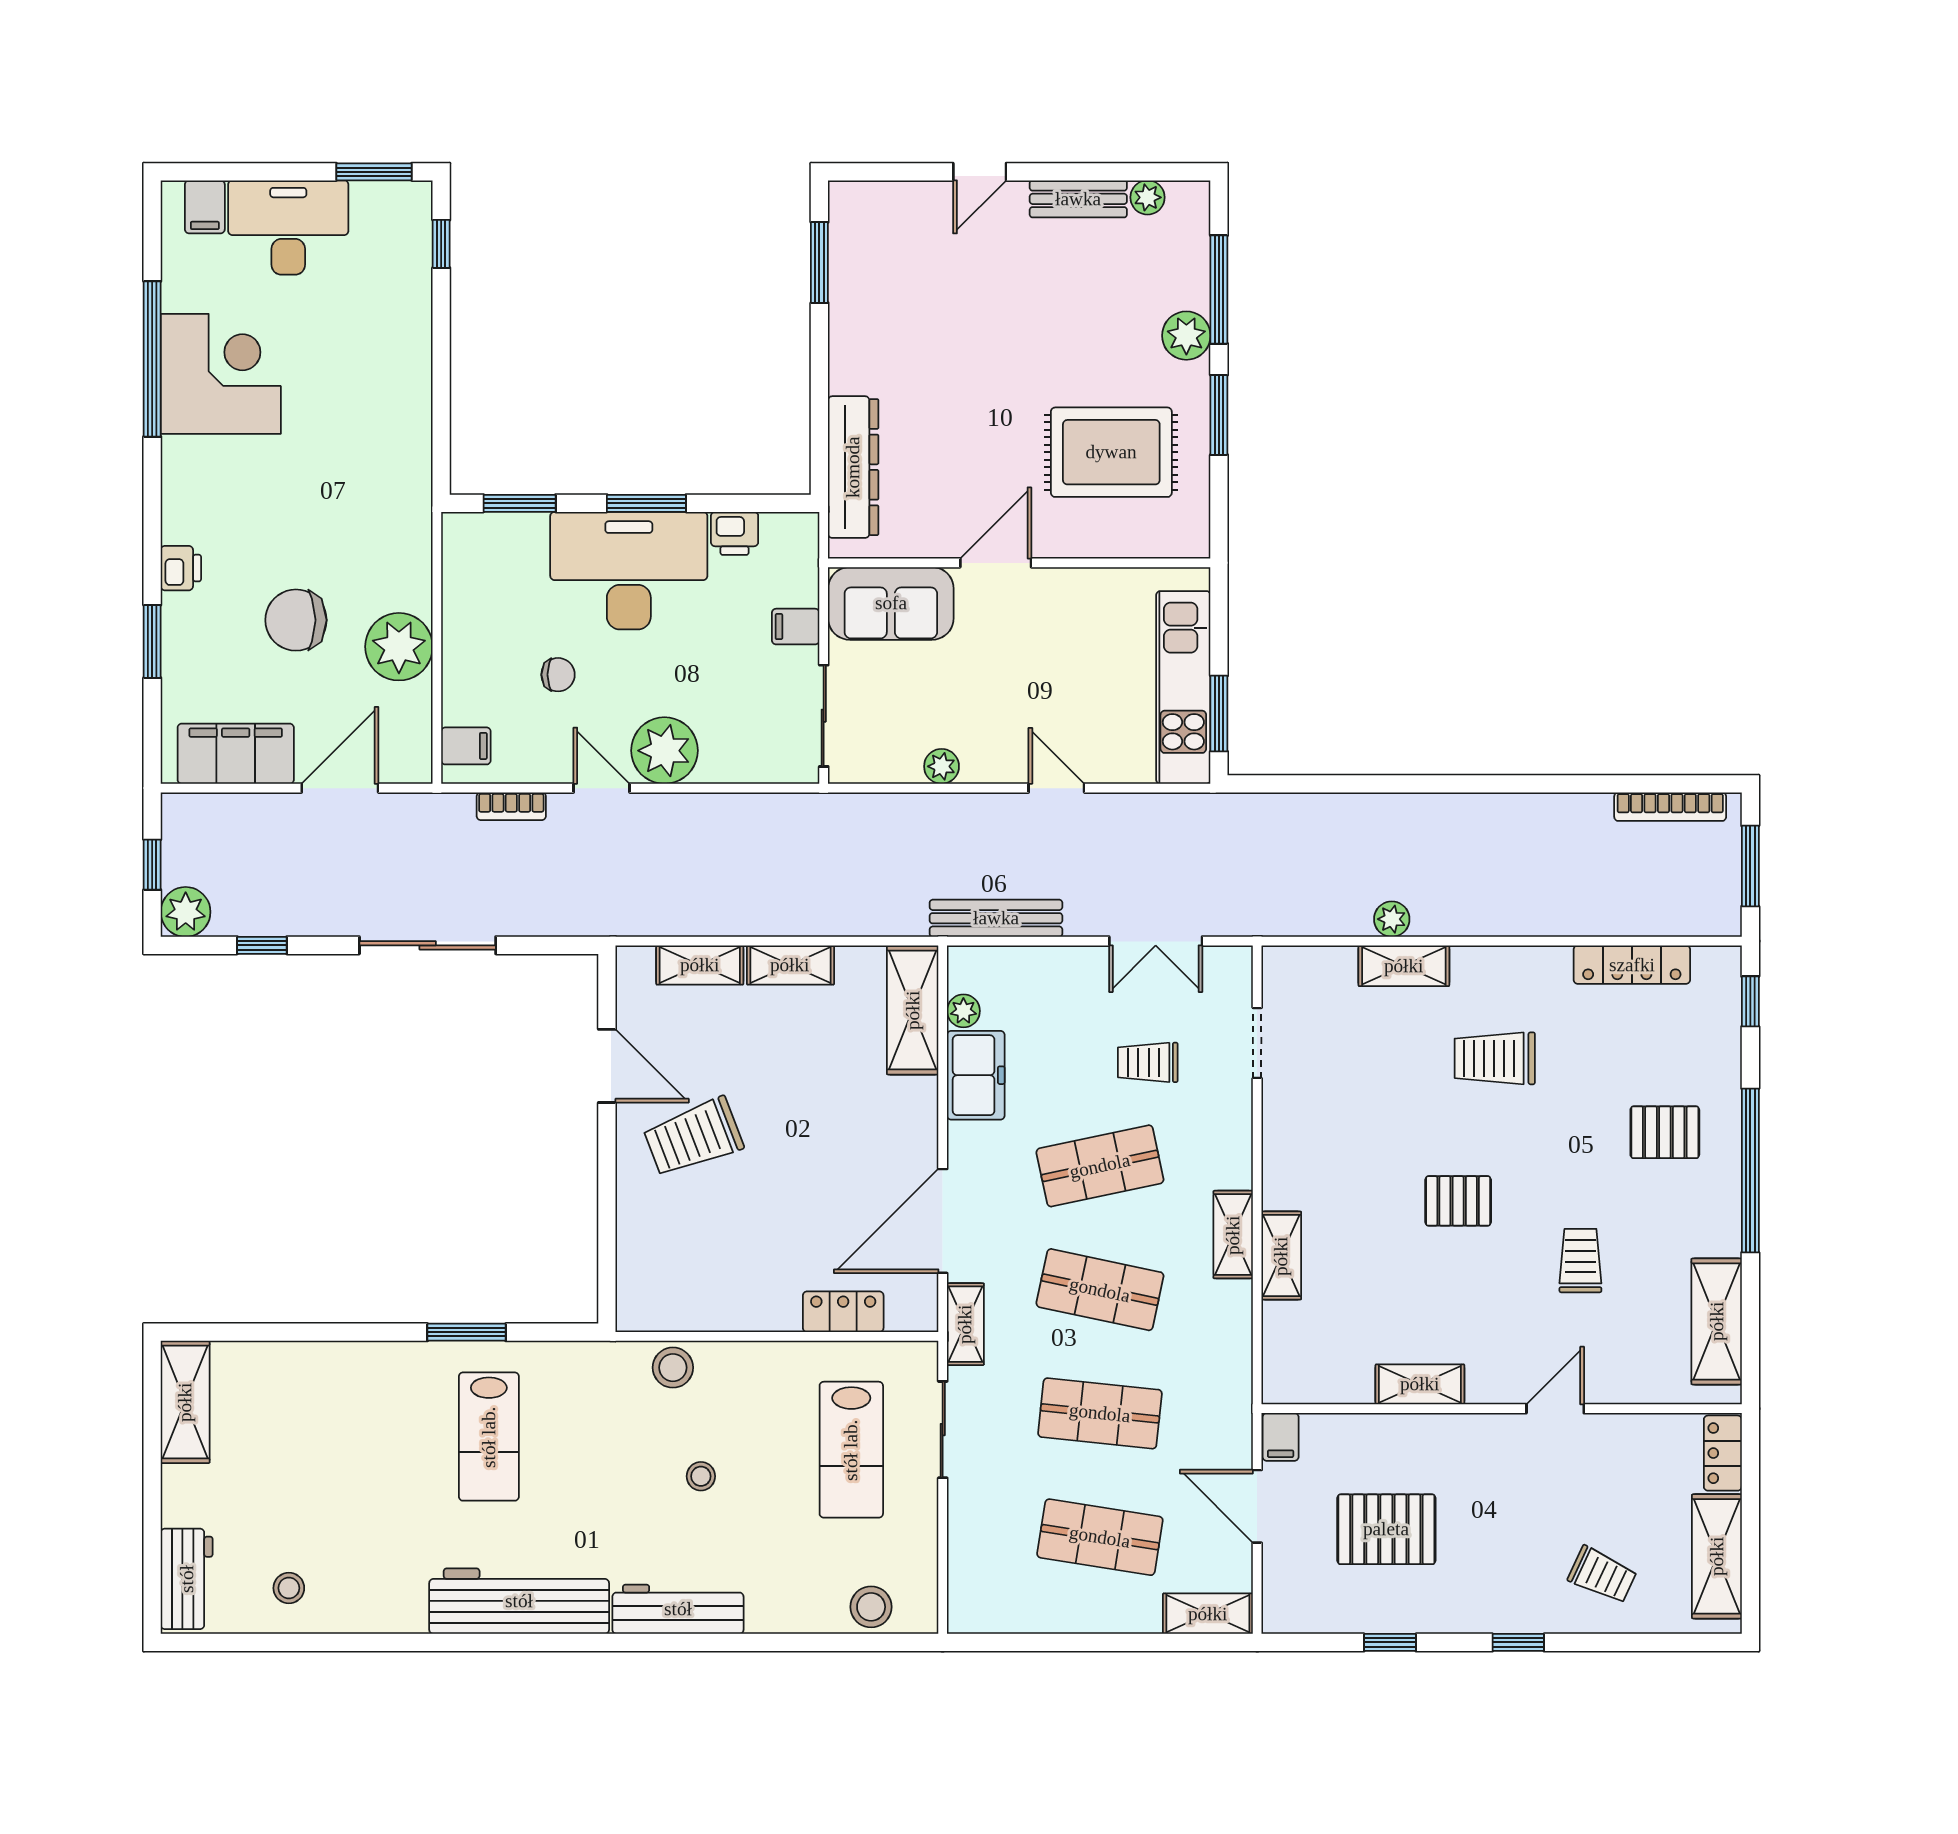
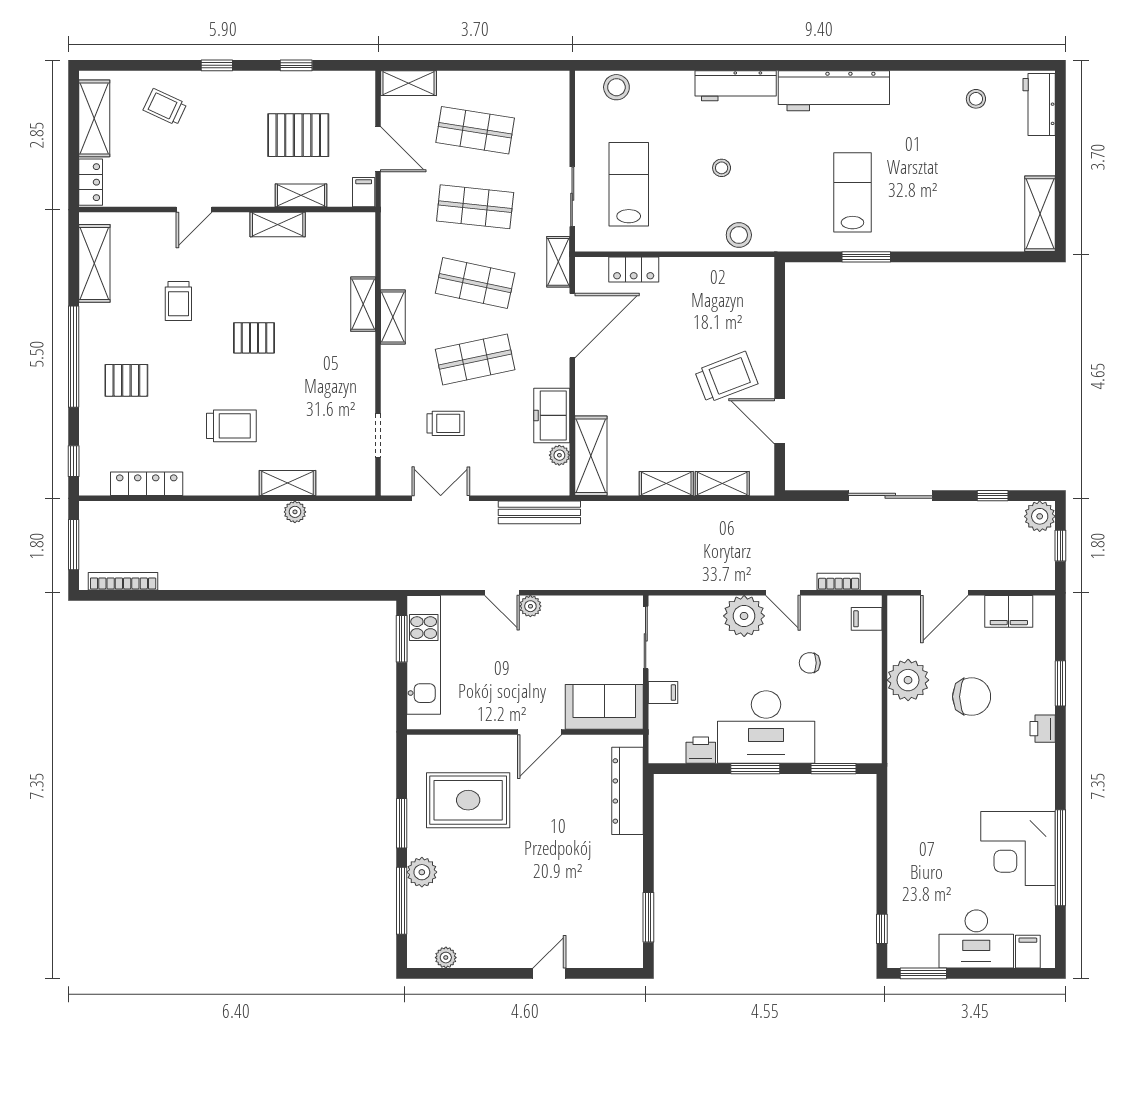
bench: (1078, 199) -> (488, 957), removed
filing cabinet: (236, 754) -> (1009, 611), width x0.67, depth x0.86
plant: (942, 766) -> (530, 606), moved
shelving: (1382, 1432) -> (301, 195), added

